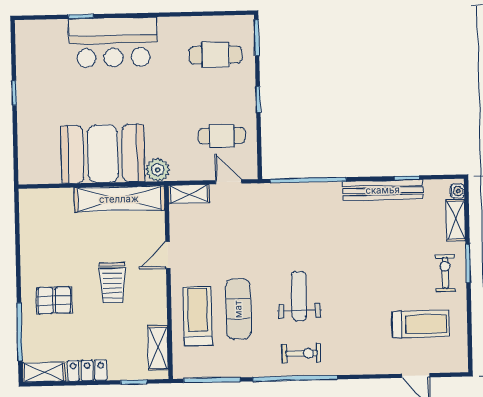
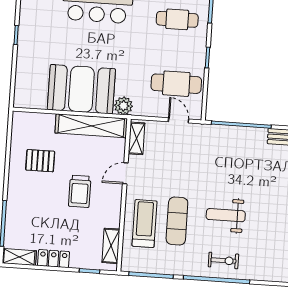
cafe table: (222, 136) -> (176, 84), width x1.37, depth x1.35
shelving: (189, 194) -> (137, 138), moved, turned 90
weight bench: (299, 296) -> (226, 215), turned -90
pallet: (54, 300) -> (40, 161), moved

